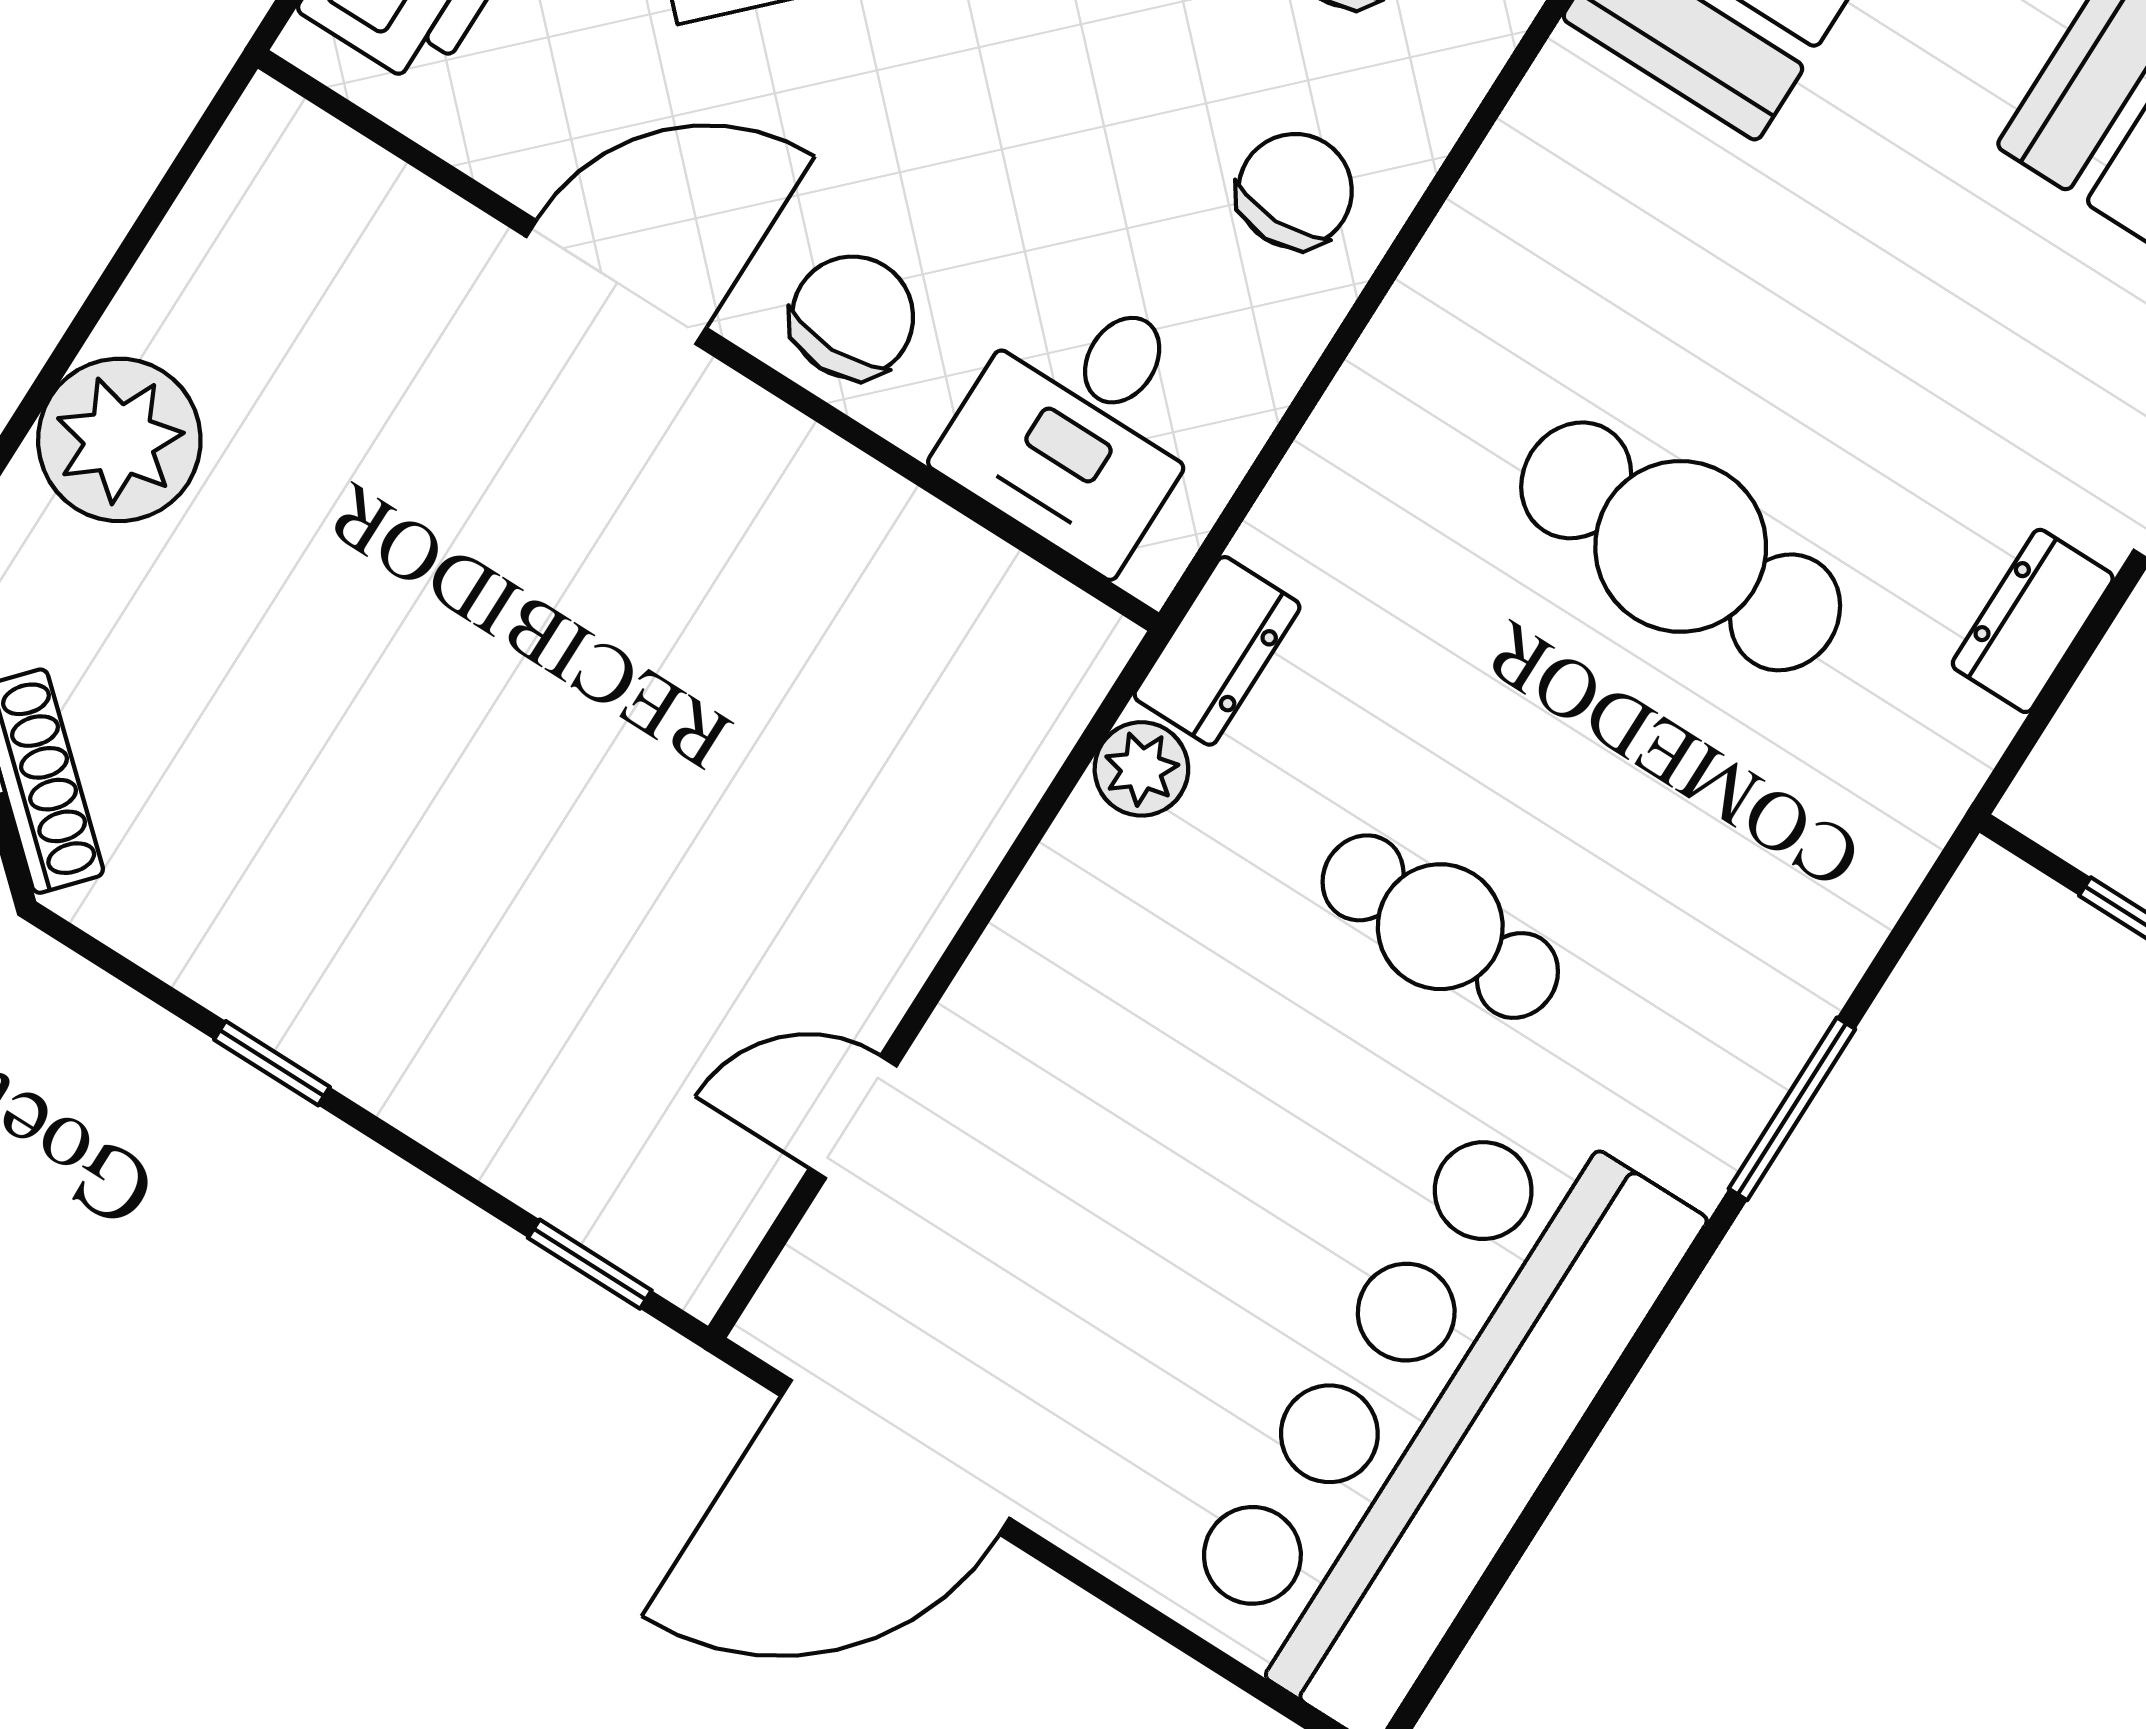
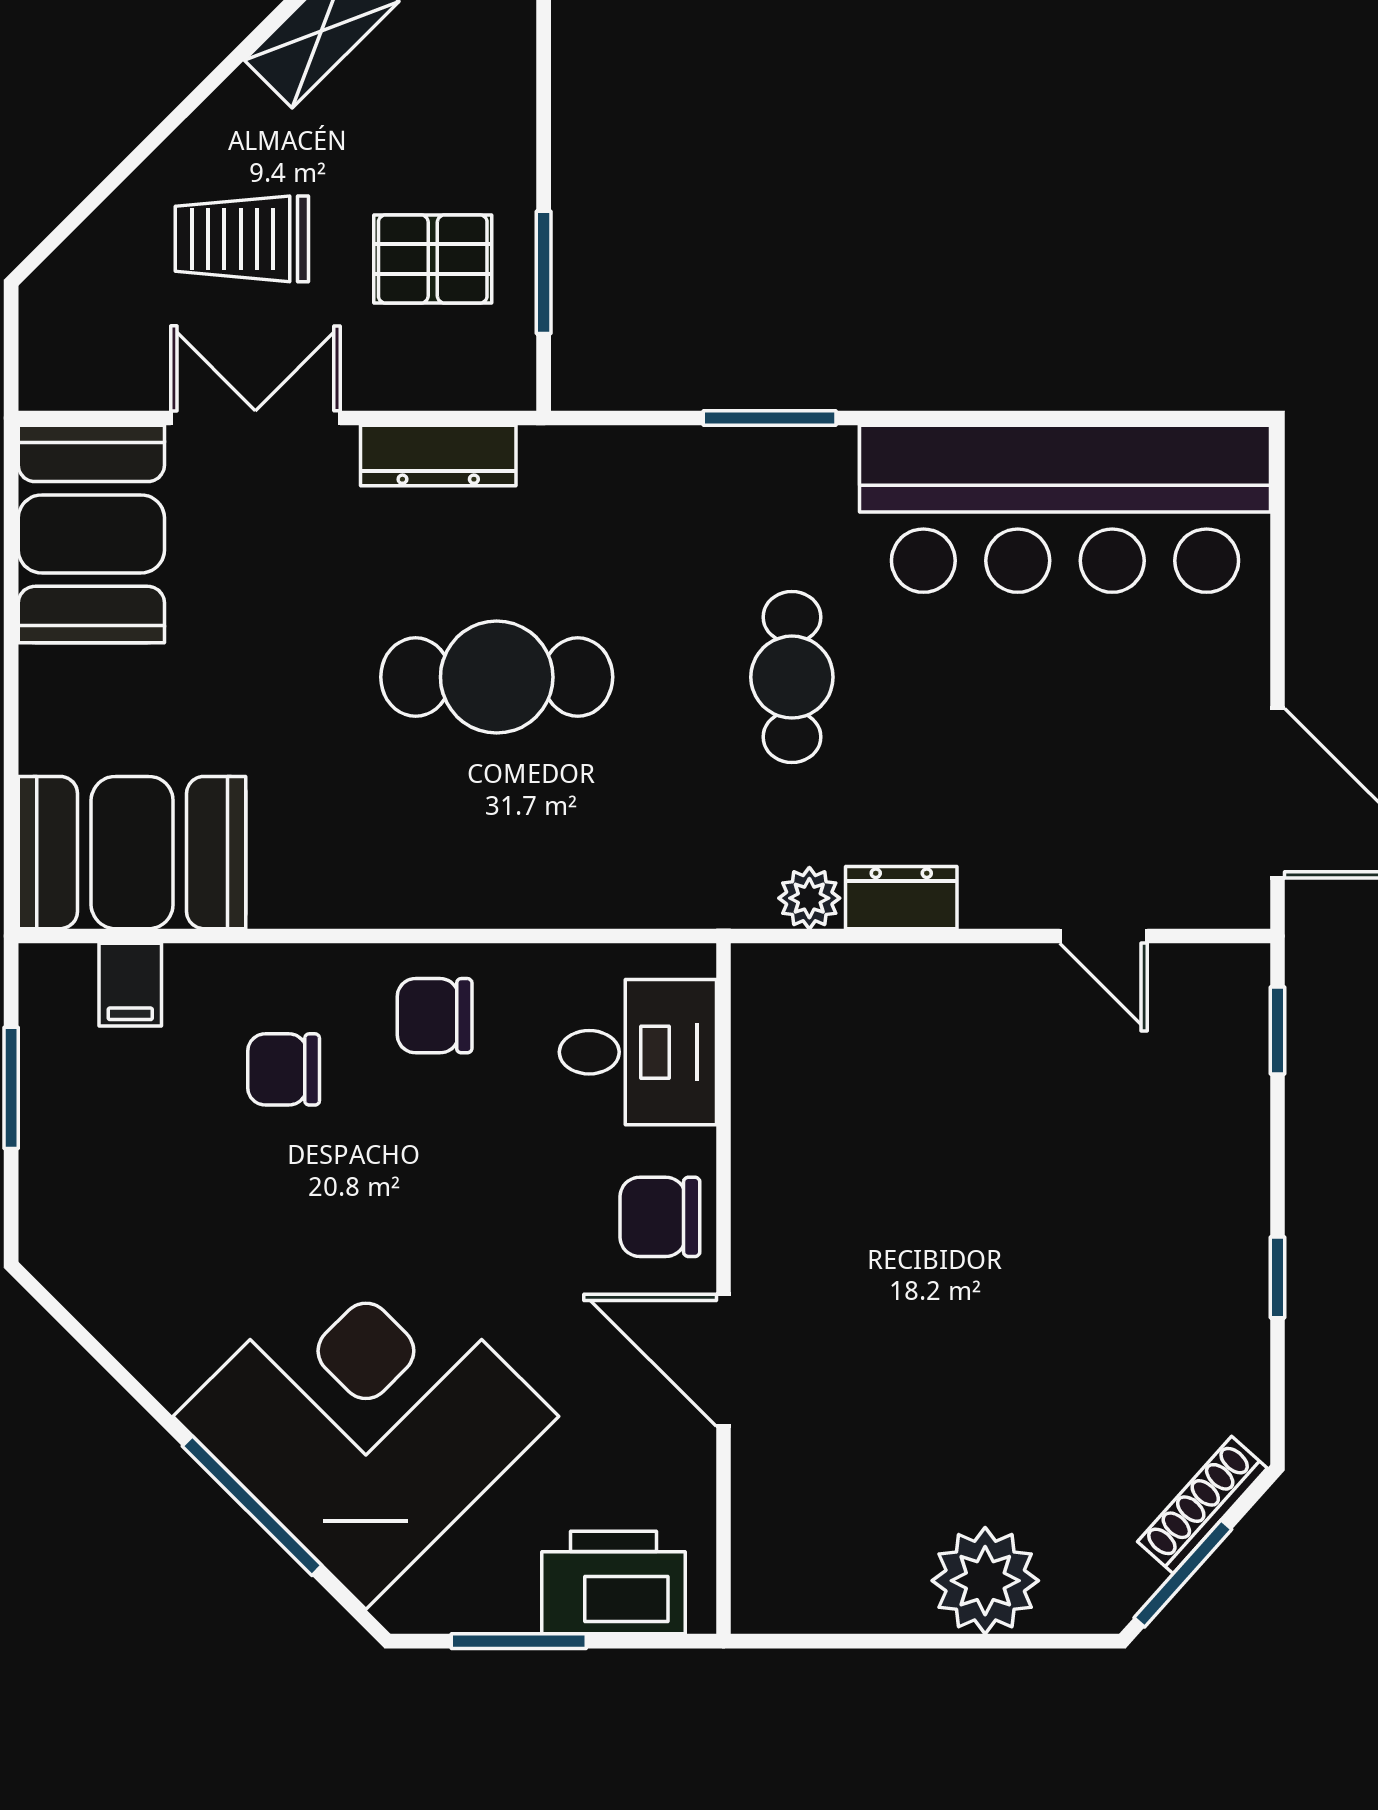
cafe table: (1681, 546) -> (497, 677), turned 90
dresser: (2033, 621) -> (438, 456), width x1.44
dresser: (1217, 651) -> (901, 898), moved

